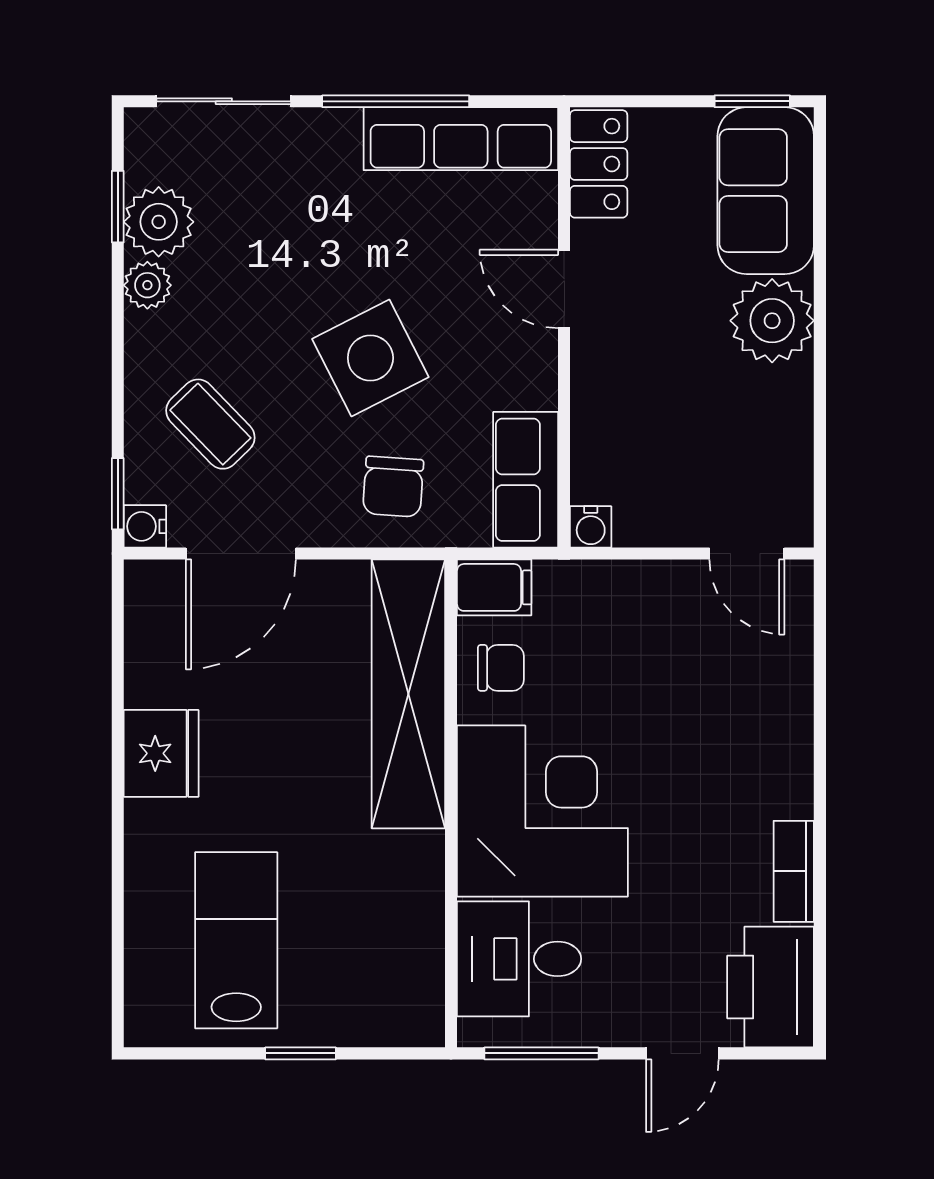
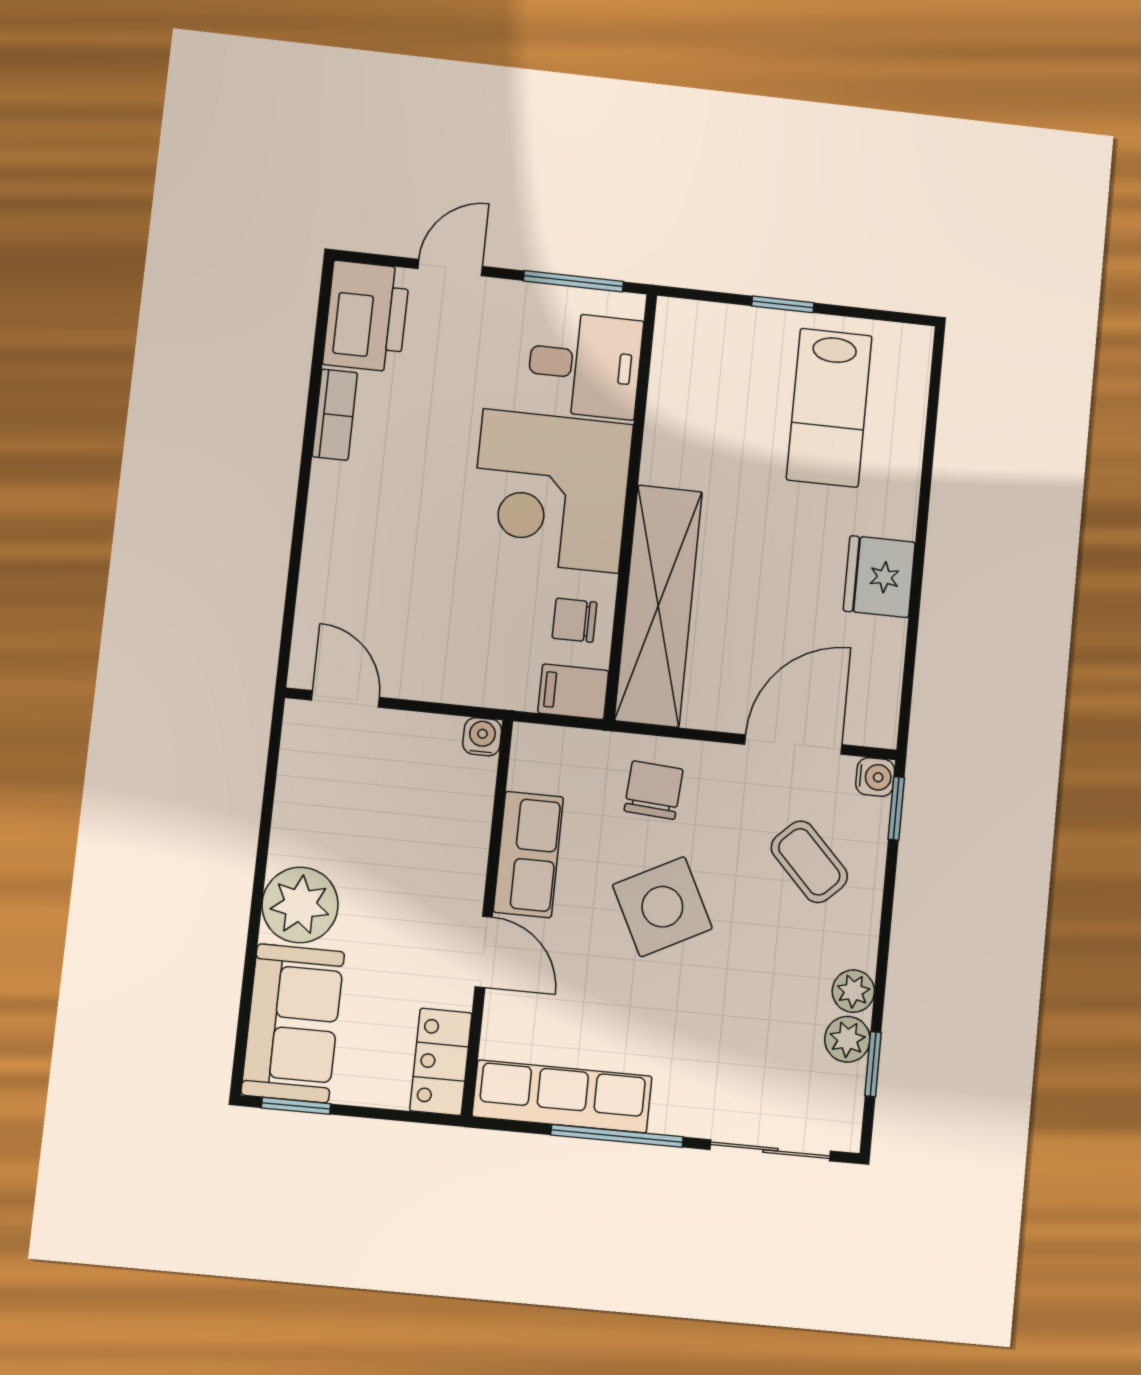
plant: (159, 222) -> (847, 1039), width x0.73, depth x0.73
row of seats: (526, 480) -> (528, 854), moved

